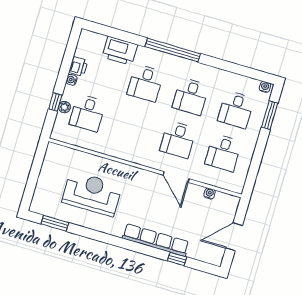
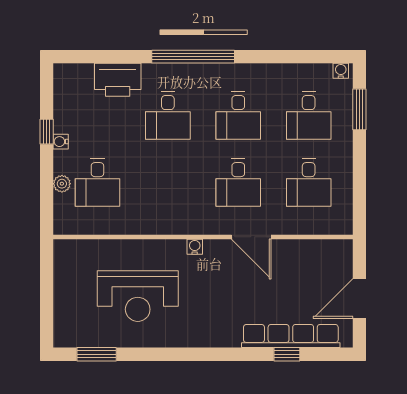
printer: (78, 67) -> (65, 120), removed
window: (55, 102) -> (47, 132), moved
water cooler: (210, 193) -> (195, 247), moved
reception desk: (92, 194) -> (138, 296), turned 180
row of seats: (156, 240) -> (291, 336), moved

